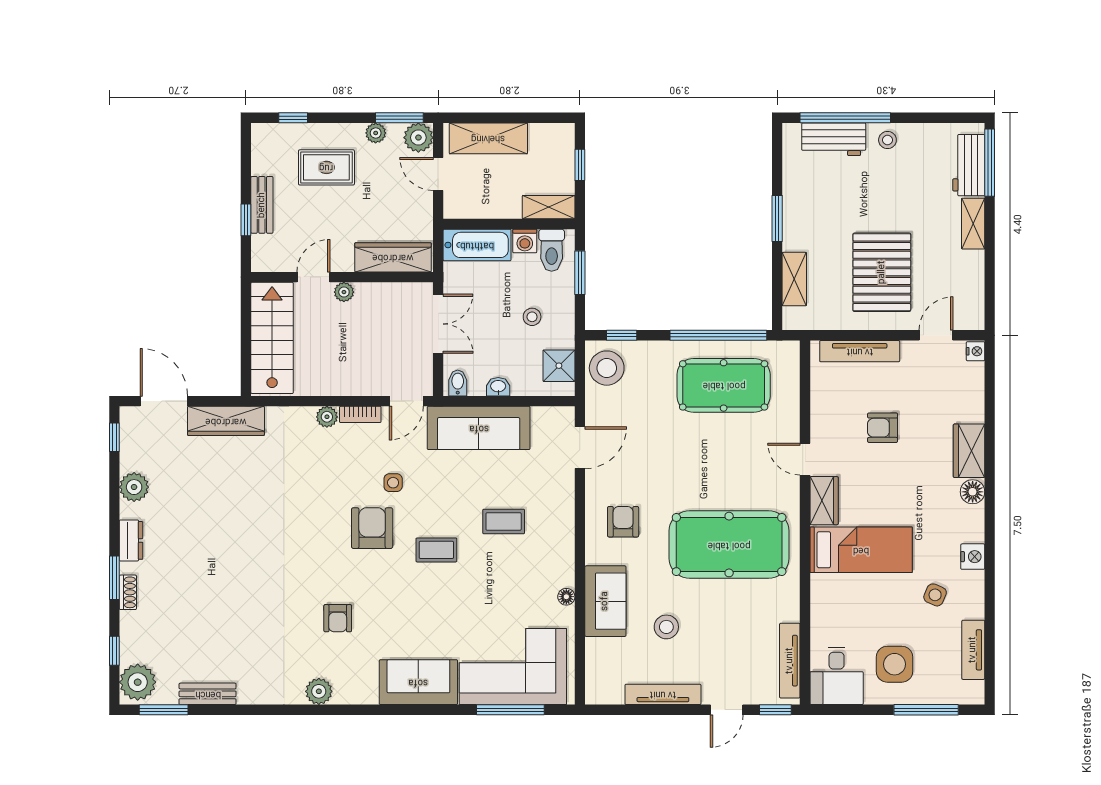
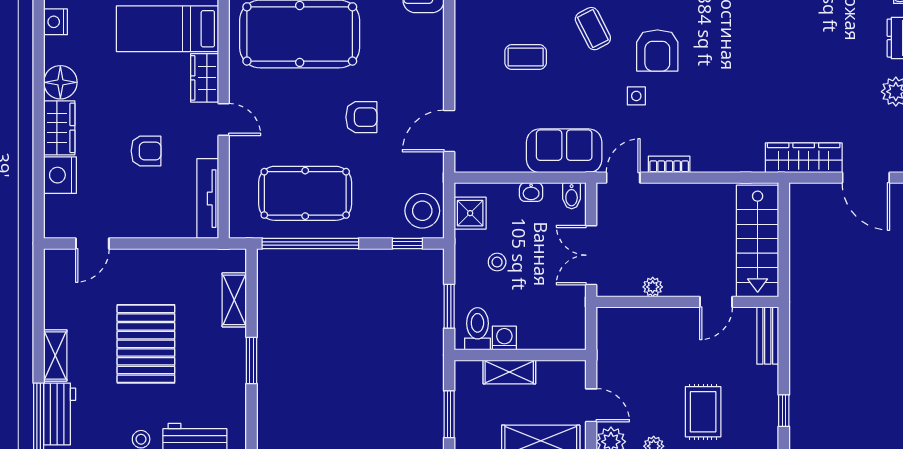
window: (580, 165) -> (449, 414), width x1.50
rug: (326, 167) -> (703, 412), turned 90
bench: (262, 205) -> (768, 336), moved
shelving: (549, 207) -> (509, 372), moved
window: (246, 220) -> (784, 411), moved
bathtub: (477, 245) -> (552, 334), removed
wardrobe: (393, 257) -> (636, 322), removed
pallet: (882, 272) -> (146, 344), moved
plant: (344, 292) -> (653, 287), moved
tv unit: (860, 351) -> (208, 199), moved, turned -90
nightstand: (976, 351) -> (60, 175), moved, width x1.89, depth x1.79
plant: (327, 417) -> (703, 162), removed
sofa: (479, 428) -> (564, 151), width x0.73
floor lamp: (973, 492) -> (60, 82), width x1.38, depth x1.38
armchair: (623, 522) -> (361, 117), moved, turned -90
coffee table: (436, 550) -> (593, 29), turned 63

